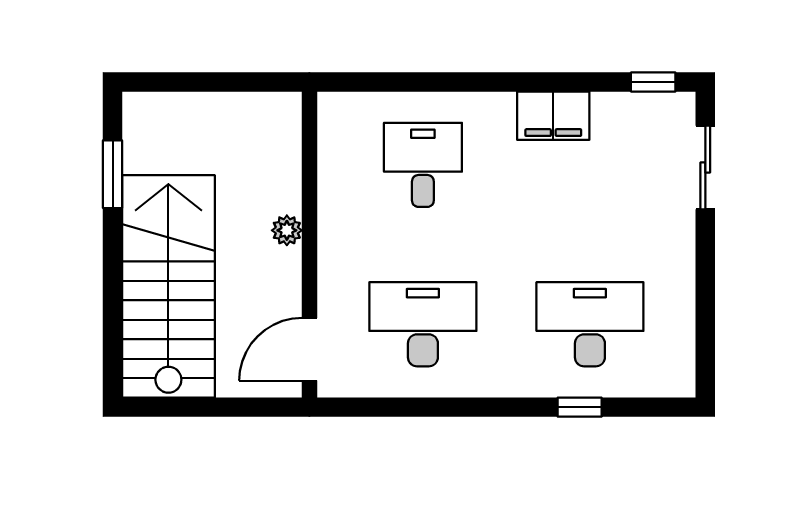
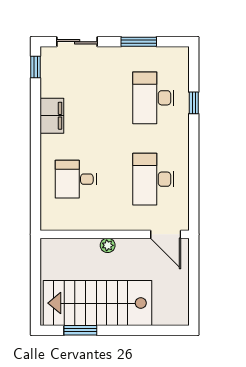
stairs: (168, 286) -> (97, 303), moved
window: (705, 294) -> (139, 42), added

